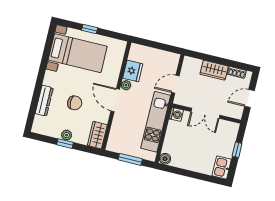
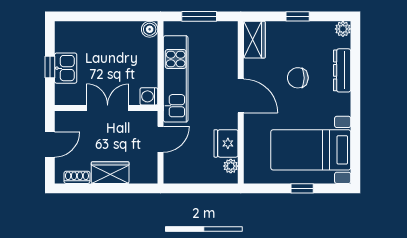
plant: (126, 85) -> (231, 166), moved
plant: (67, 135) -> (343, 29), moved
kitchen sink: (222, 167) -> (66, 68), moved

